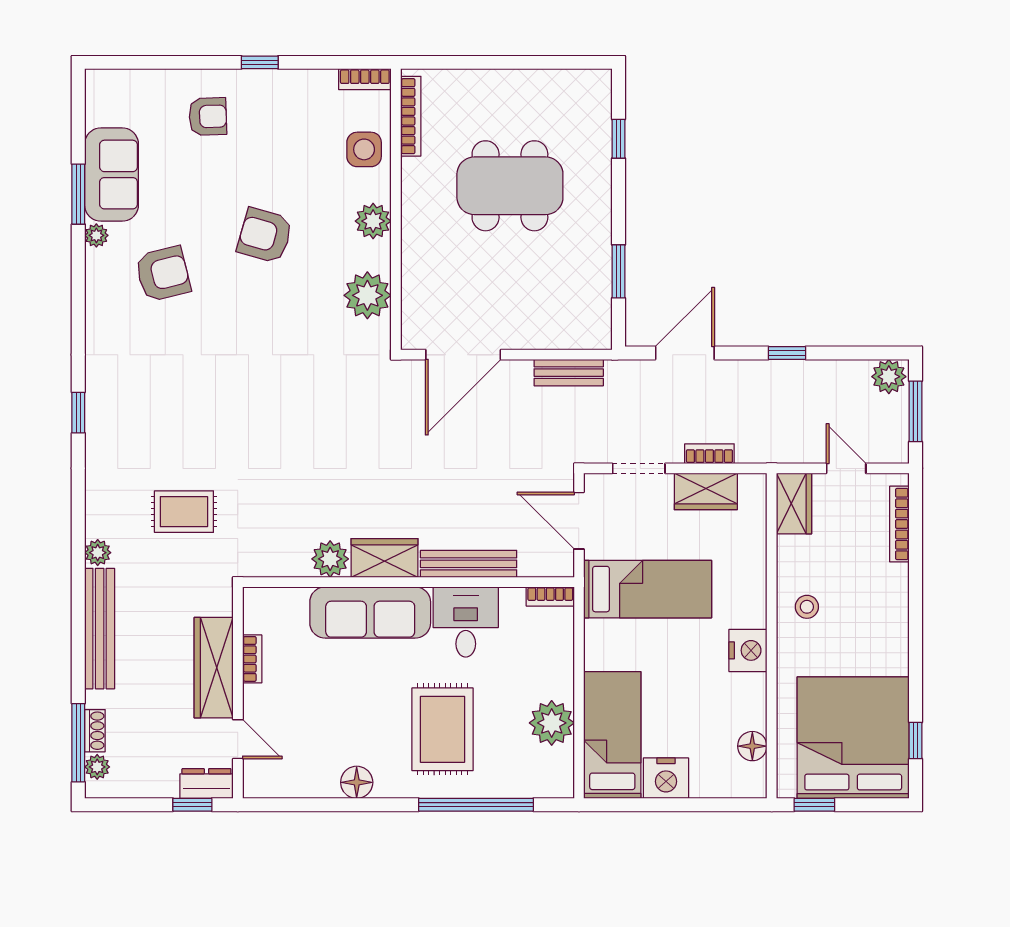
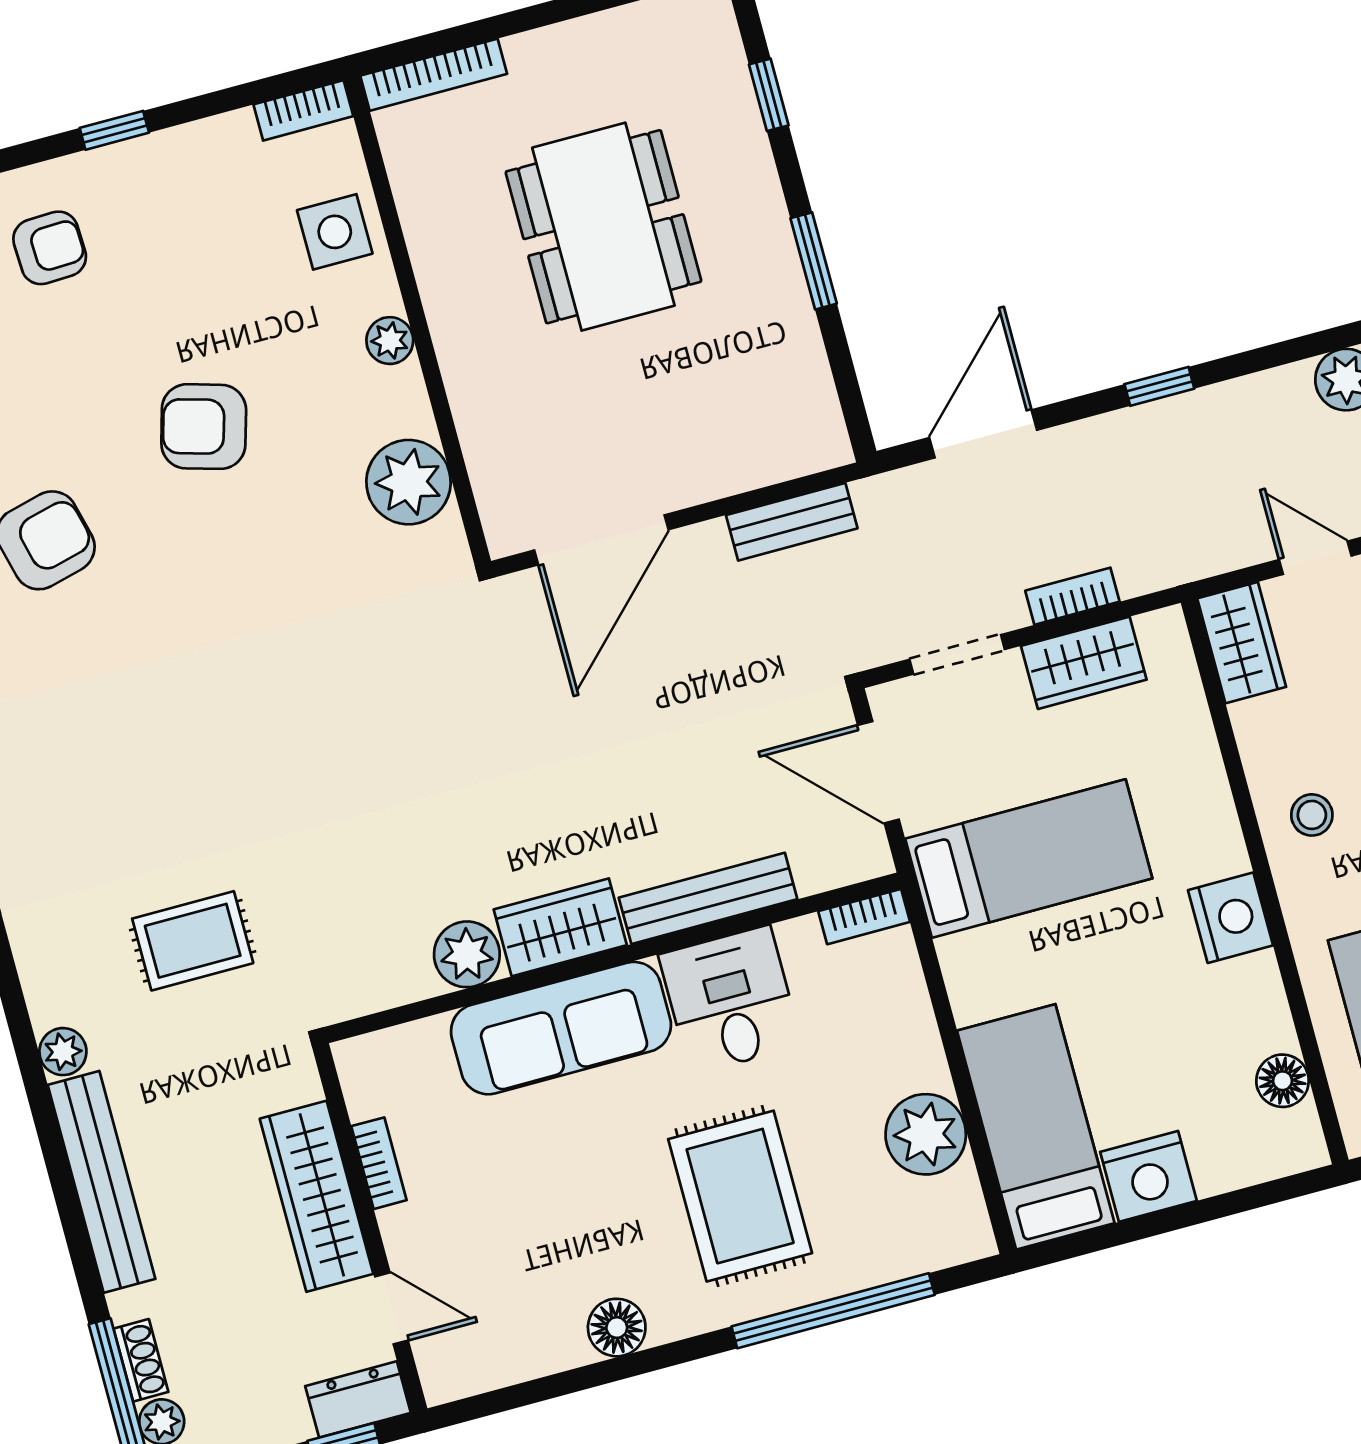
bookcase: (411, 116) -> (434, 75), moved, turned 90
dining table: (510, 186) -> (603, 227), turned 90
plant: (373, 221) -> (390, 341), width x0.73, depth x0.73
window: (618, 271) -> (814, 261), moved

